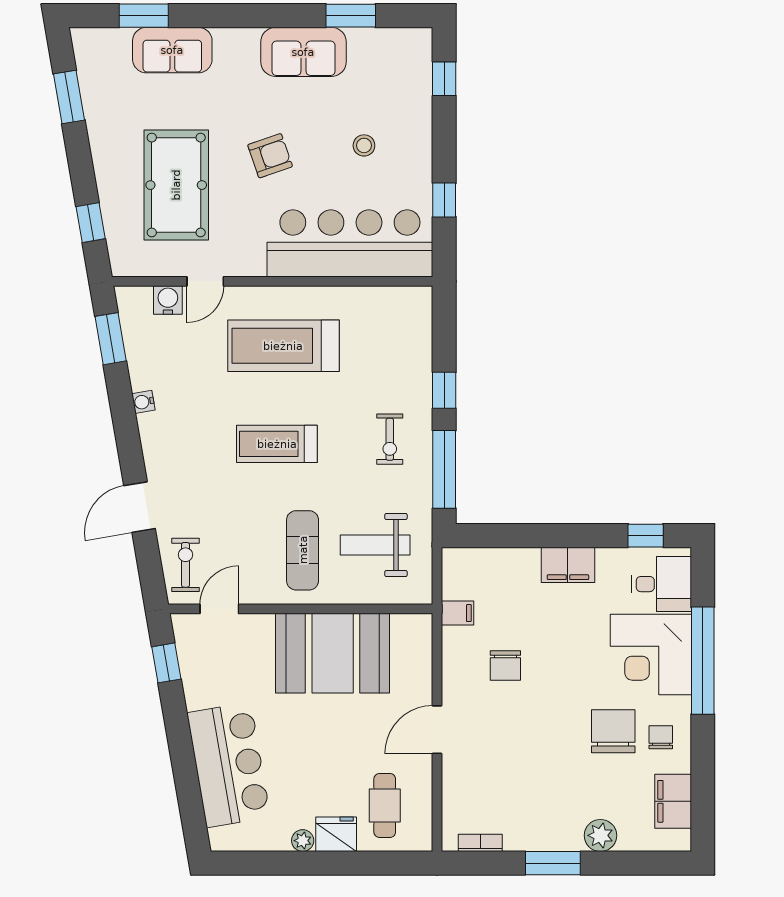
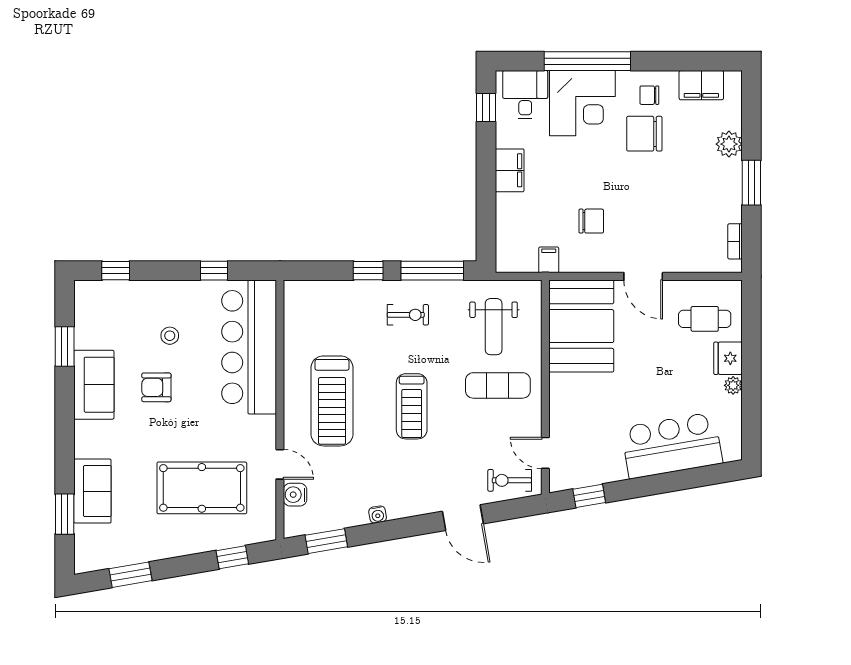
armchair: (270, 156) -> (156, 387), moved, turned -71
booth: (333, 653) -> (581, 326), moved

